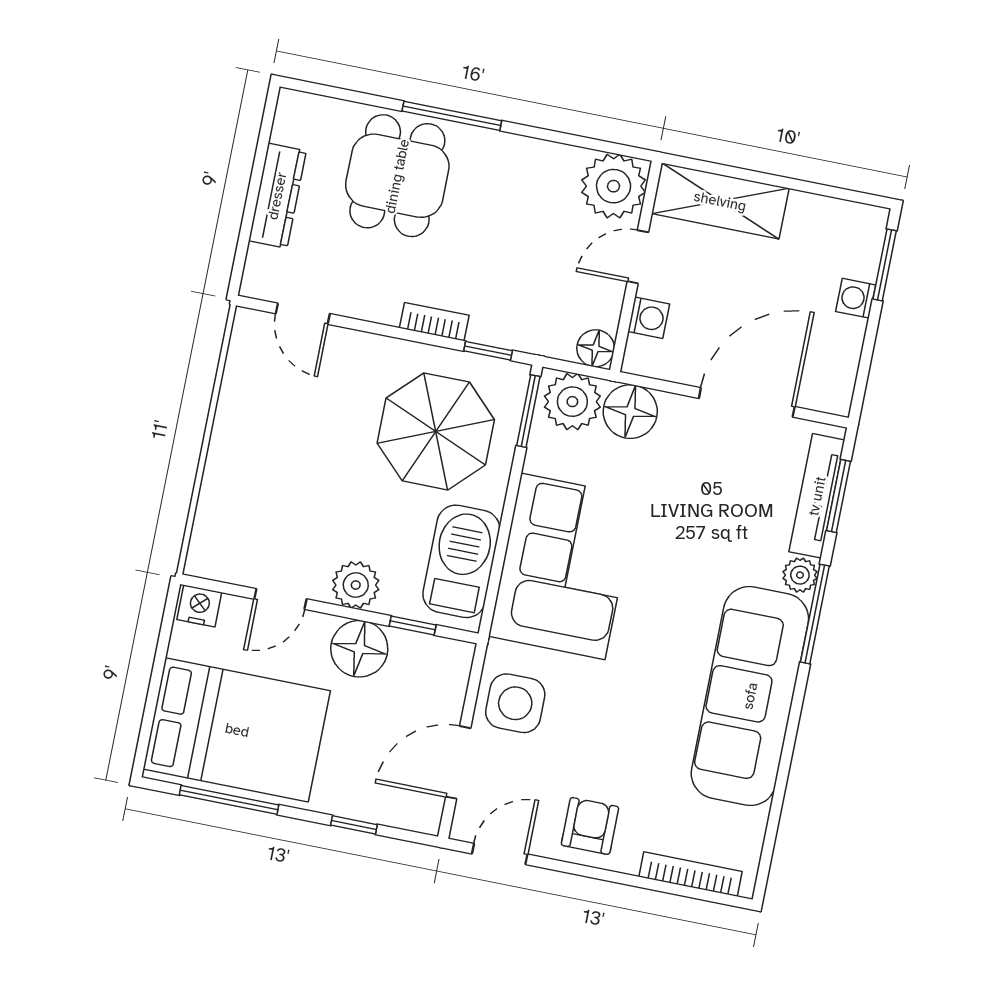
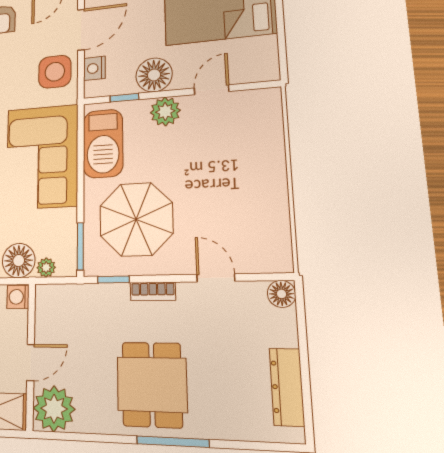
dining table: (397, 176) -> (152, 384), moved
dresser: (277, 196) -> (287, 387), moved
door: (303, 314) -> (216, 278), moved
washing machine: (649, 318) -> (18, 297), moved
floor lamp: (596, 348) -> (282, 294), moved
plant: (572, 402) -> (46, 267), width x0.53, depth x0.53
nightstand: (199, 606) -> (94, 68), moved, turned 90

